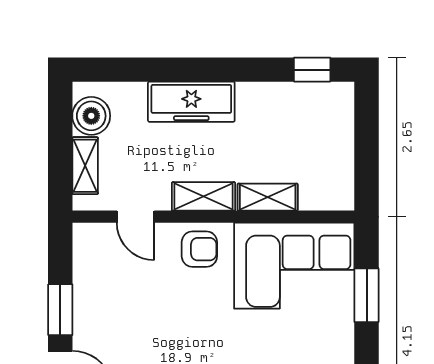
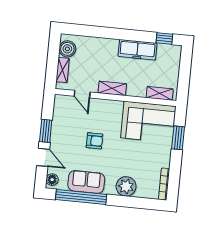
freezer: (191, 102) -> (137, 50), moved
shelving: (268, 197) -> (160, 93), moved
armchair: (199, 249) -> (94, 141), moved

